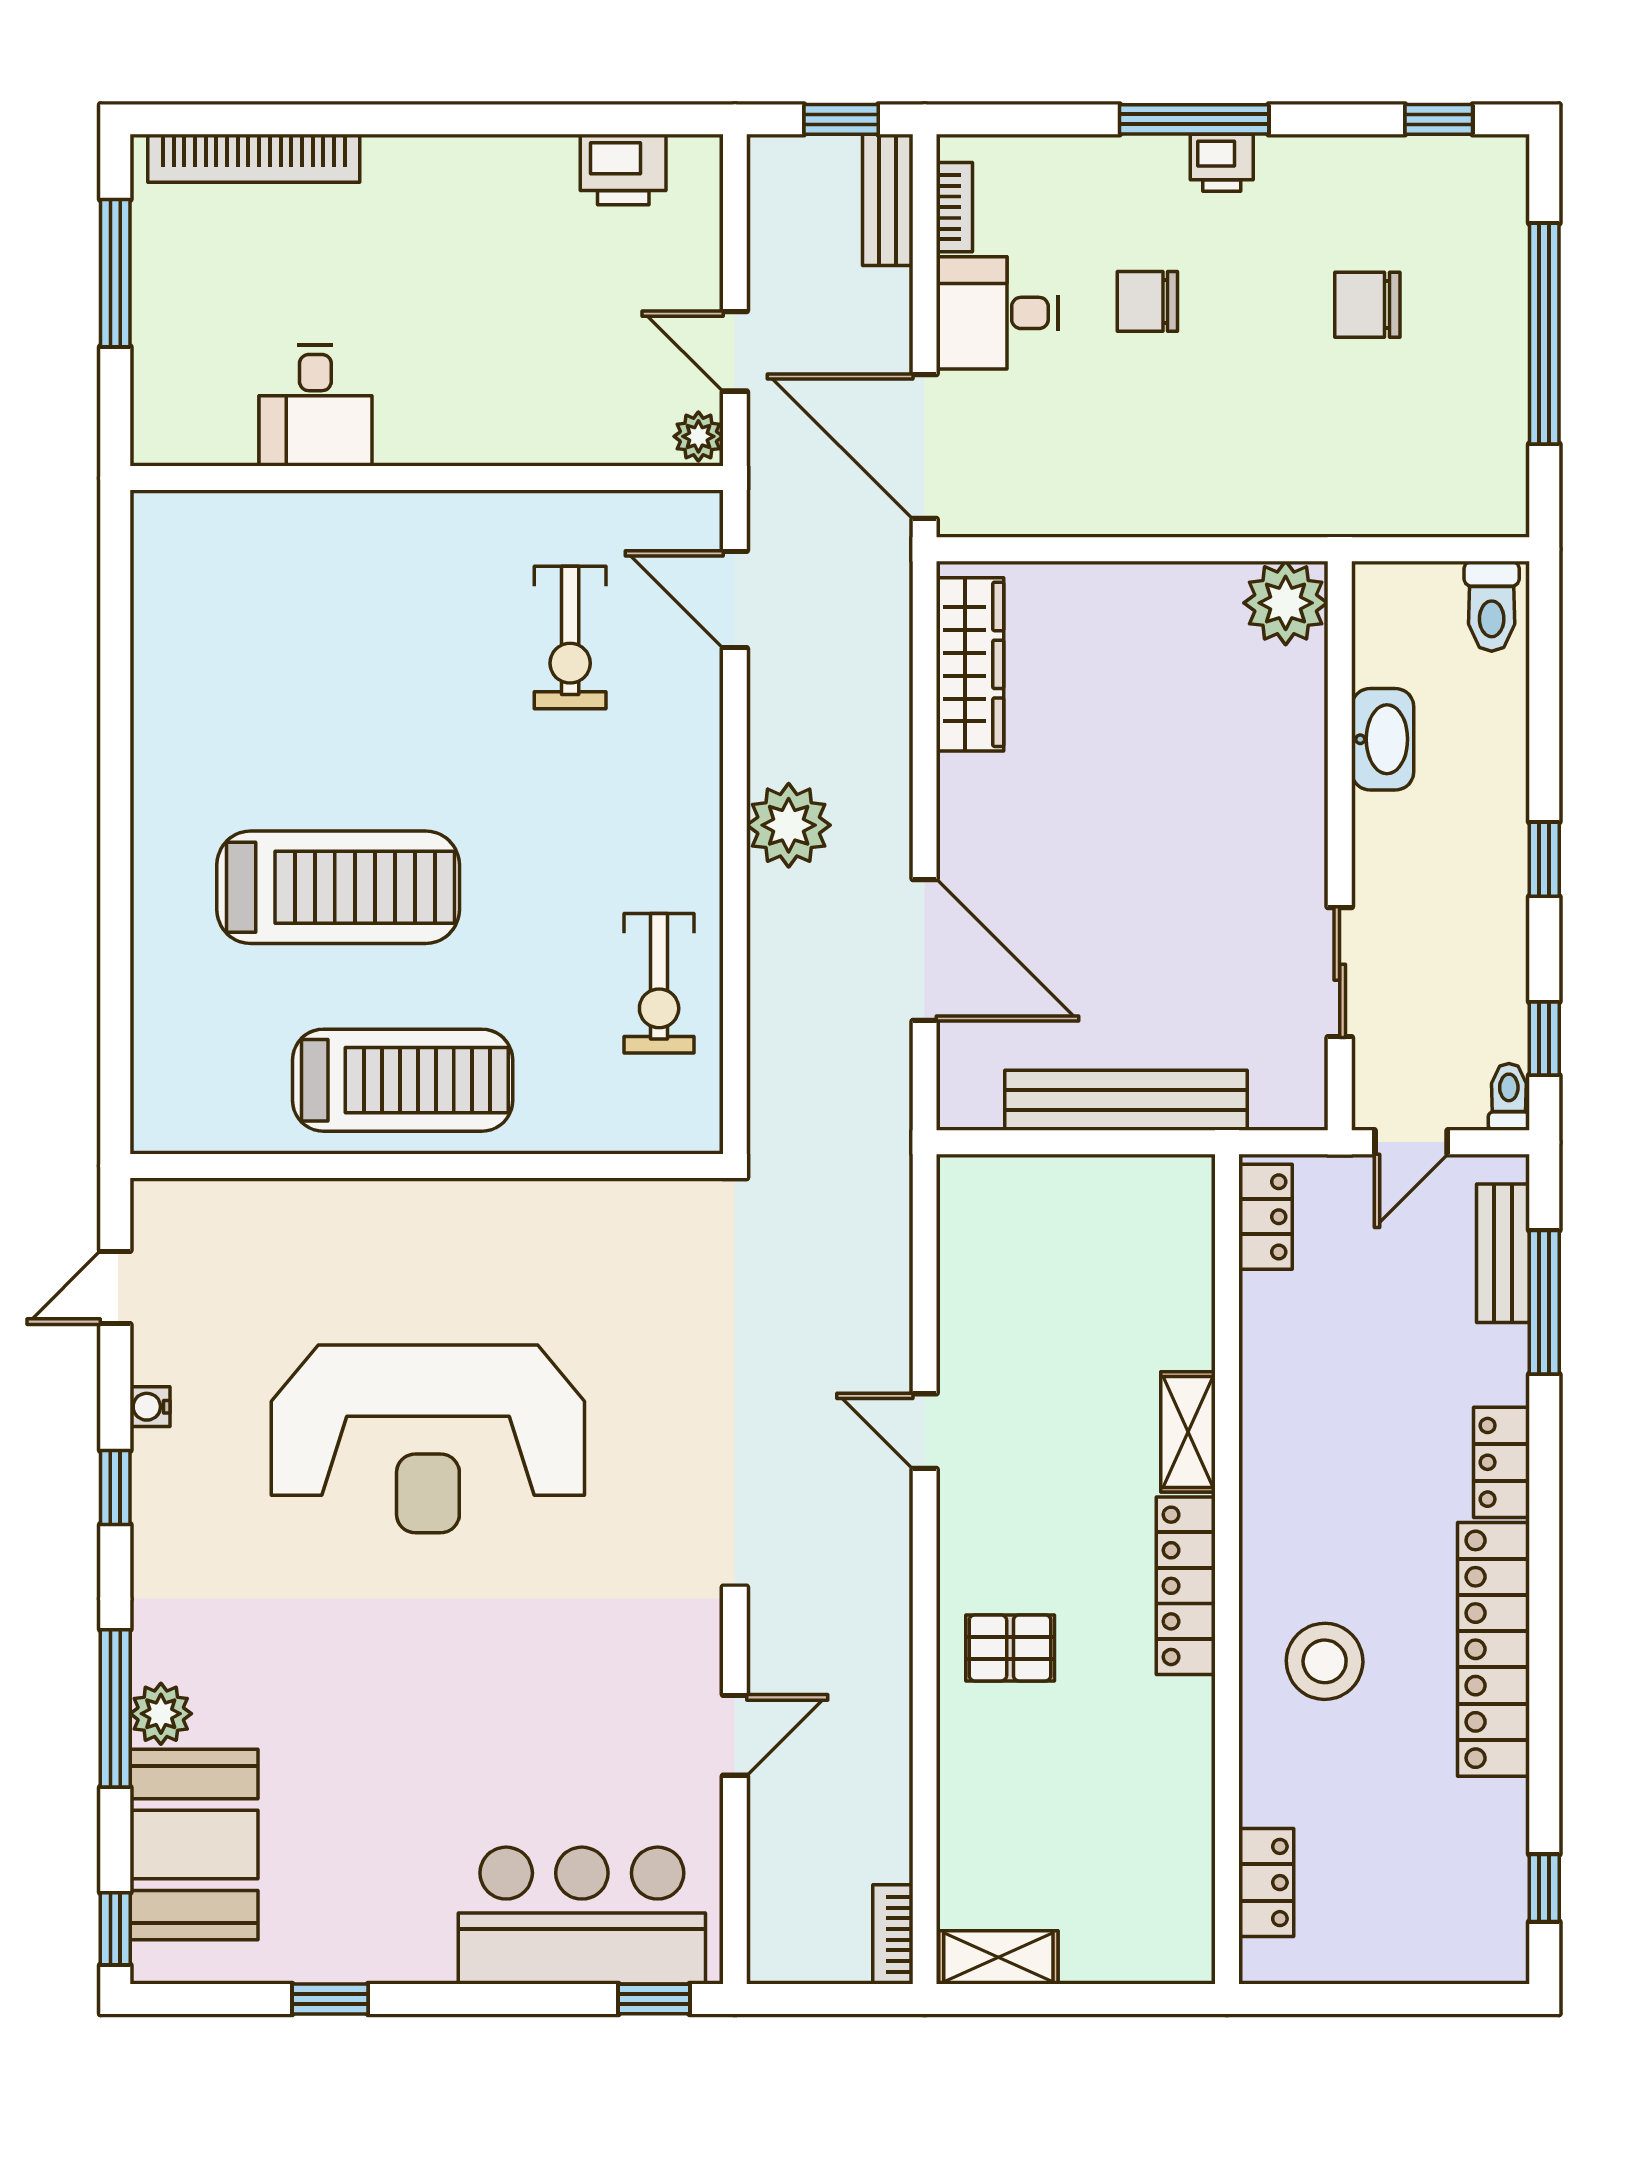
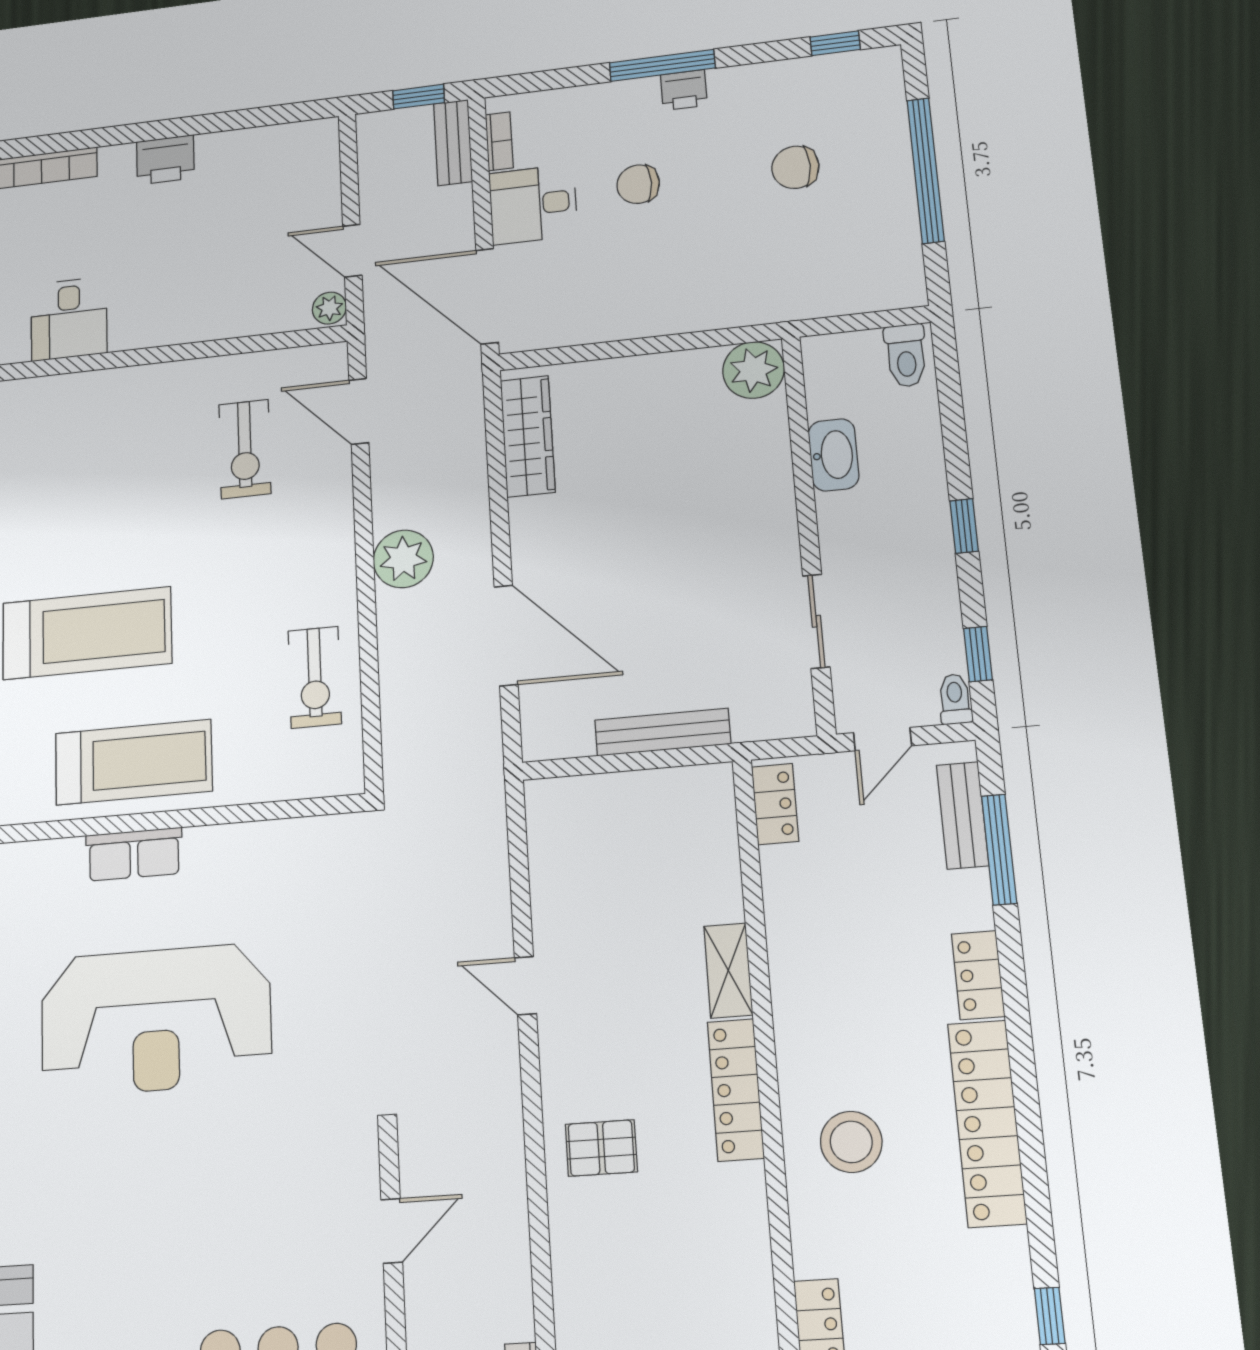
printer: (623, 170) -> (165, 160), moved
bench: (1126, 1100) -> (663, 732), width x0.73, depth x0.82
row of seats: (401, 1210) -> (134, 854), added

